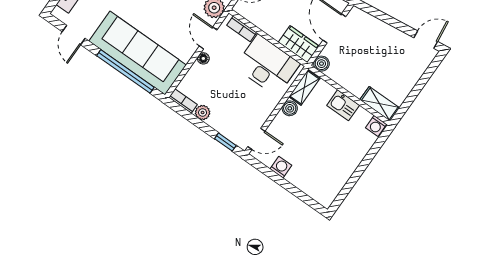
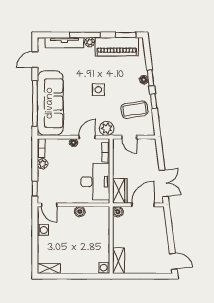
shelving: (304, 87) -> (49, 269), moved
kitchen sink: (343, 105) -> (103, 241), removed

